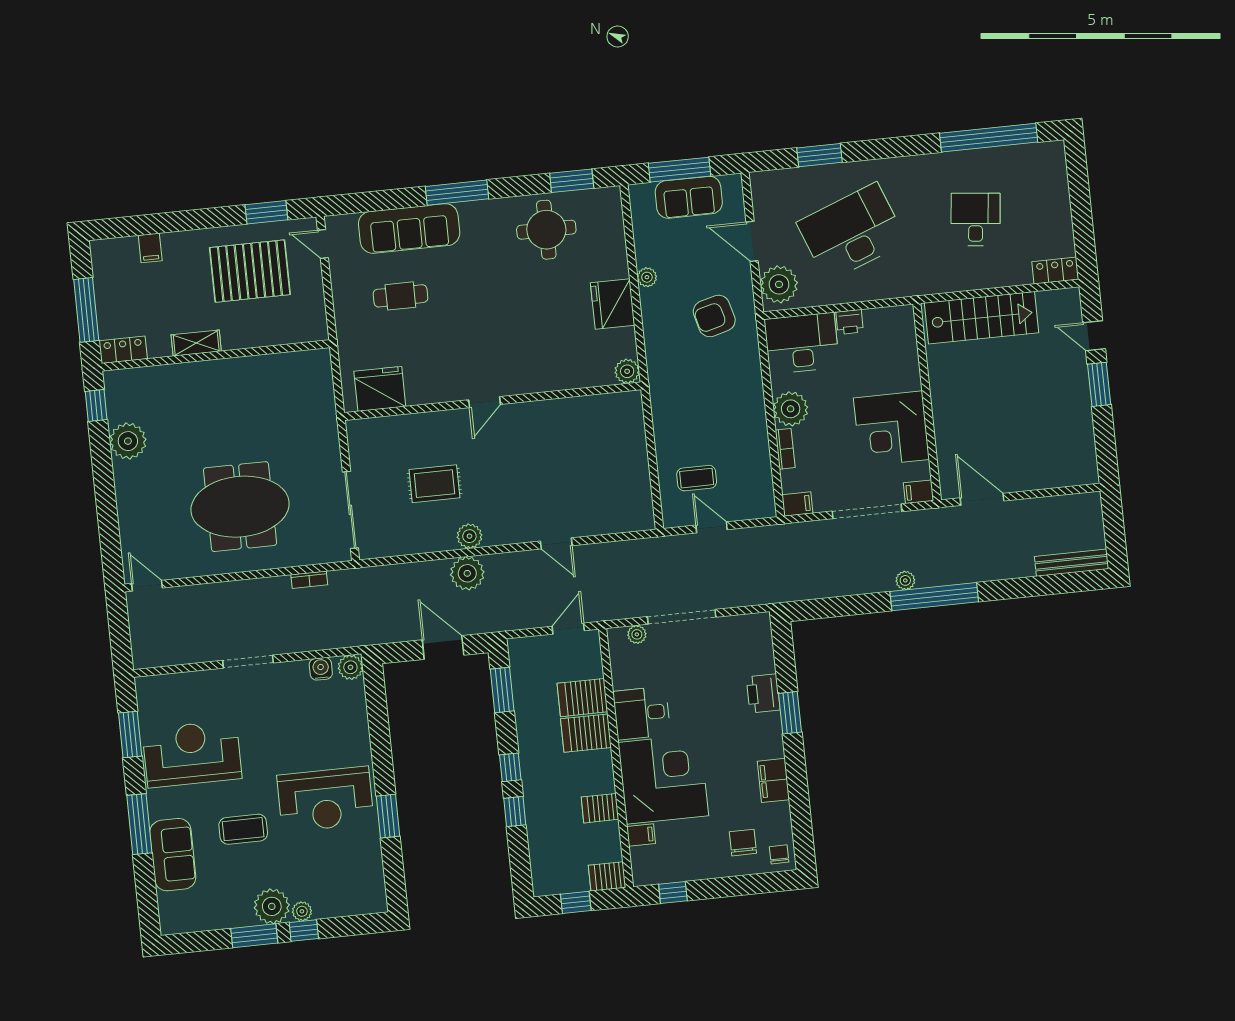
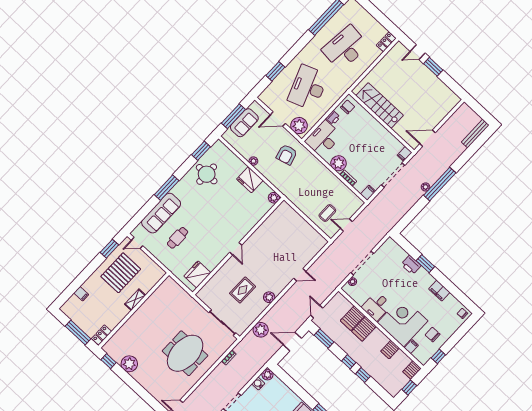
desk: (976, 219) -> (345, 48), width x1.87, depth x1.30
stairs: (982, 318) -> (380, 106), moved, turned -90
chair: (891, 325) -> (348, 107), added
shelving: (196, 343) -> (135, 300), moved
corner desk: (891, 429) -> (377, 141), removed
plant: (467, 573) -> (261, 330), moved
door: (568, 629) -> (317, 312), moved
chair: (743, 843) -> (433, 335), moved

